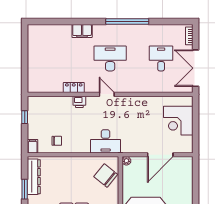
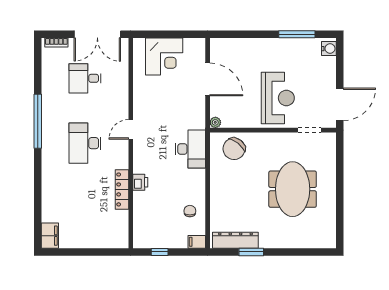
filing cabinet: (82, 31) -> (50, 236), moved
locker: (74, 87) -> (122, 189), width x1.53
door: (107, 94) -> (131, 129), moved

